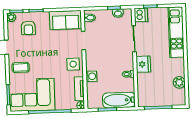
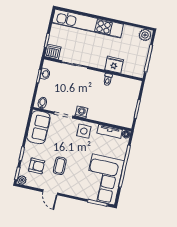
kitchen unit: (176, 32) -> (88, 24), width x1.36
fridge: (143, 64) -> (114, 65), moved
coffee table: (21, 67) -> (60, 166), moved
washing machine: (91, 76) -> (81, 112), moved
plant: (179, 82) -> (145, 35), moved
bathtub: (119, 100) -> (131, 95), removed

